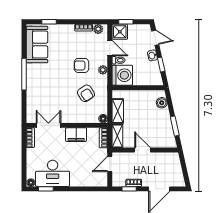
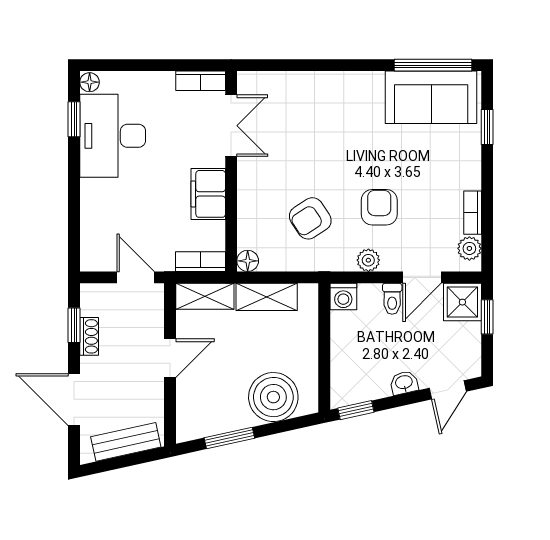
window: (161, 65) -> (356, 410), moved
window: (24, 74) -> (433, 65), moved
washing machine: (122, 75) -> (343, 297), width x0.53, depth x0.53
boiler: (162, 103) -> (273, 397), width x1.86, depth x1.86
bench: (176, 168) -> (126, 442), added

